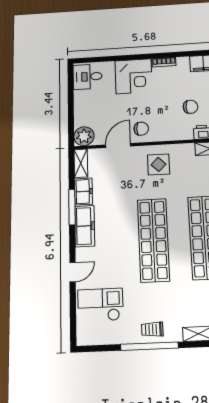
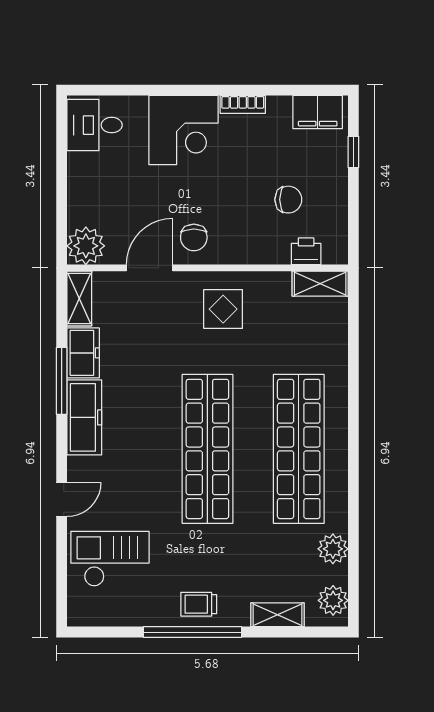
chair: (141, 129) -> (194, 237), turned 90

